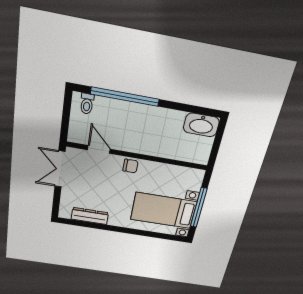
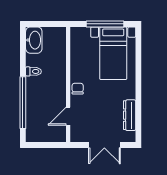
toilet: (87, 104) -> (33, 71), moved
double door: (60, 169) -> (104, 145), moved

